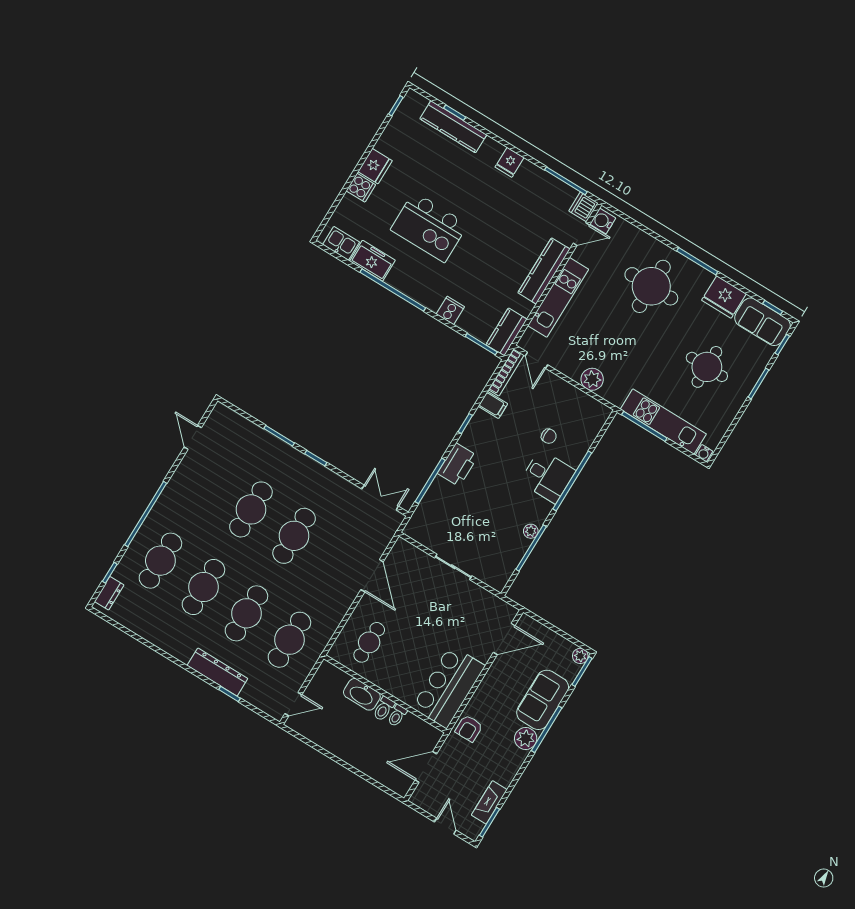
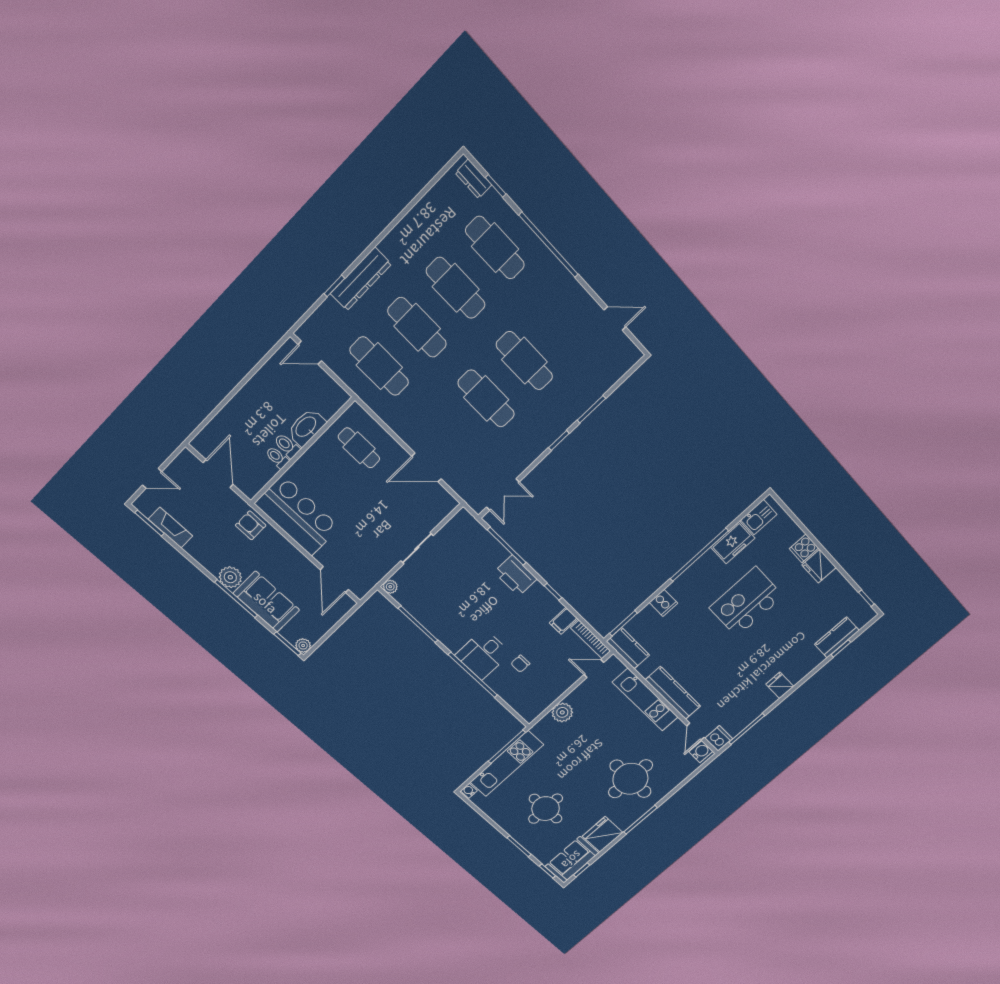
kitchen counter: (453, 127) -> (837, 637), width x0.67
plant: (531, 531) -> (390, 587), moved
door: (293, 704) -> (310, 353), hinge flipped

